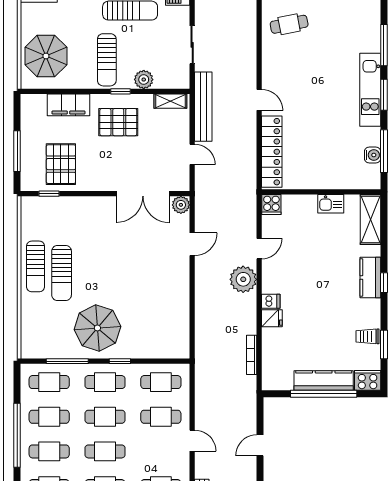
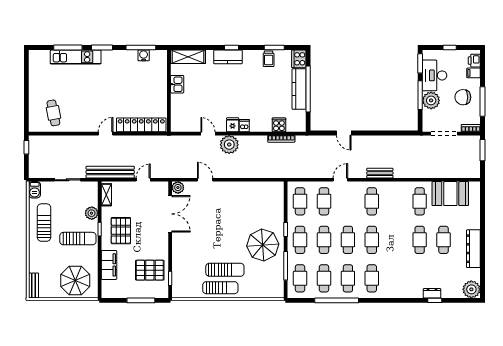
kitchen unit: (370, 90) -> (76, 57), moved
cooker: (271, 205) -> (279, 125), moved, turned -90
fridge: (272, 318) -> (233, 125), moved

